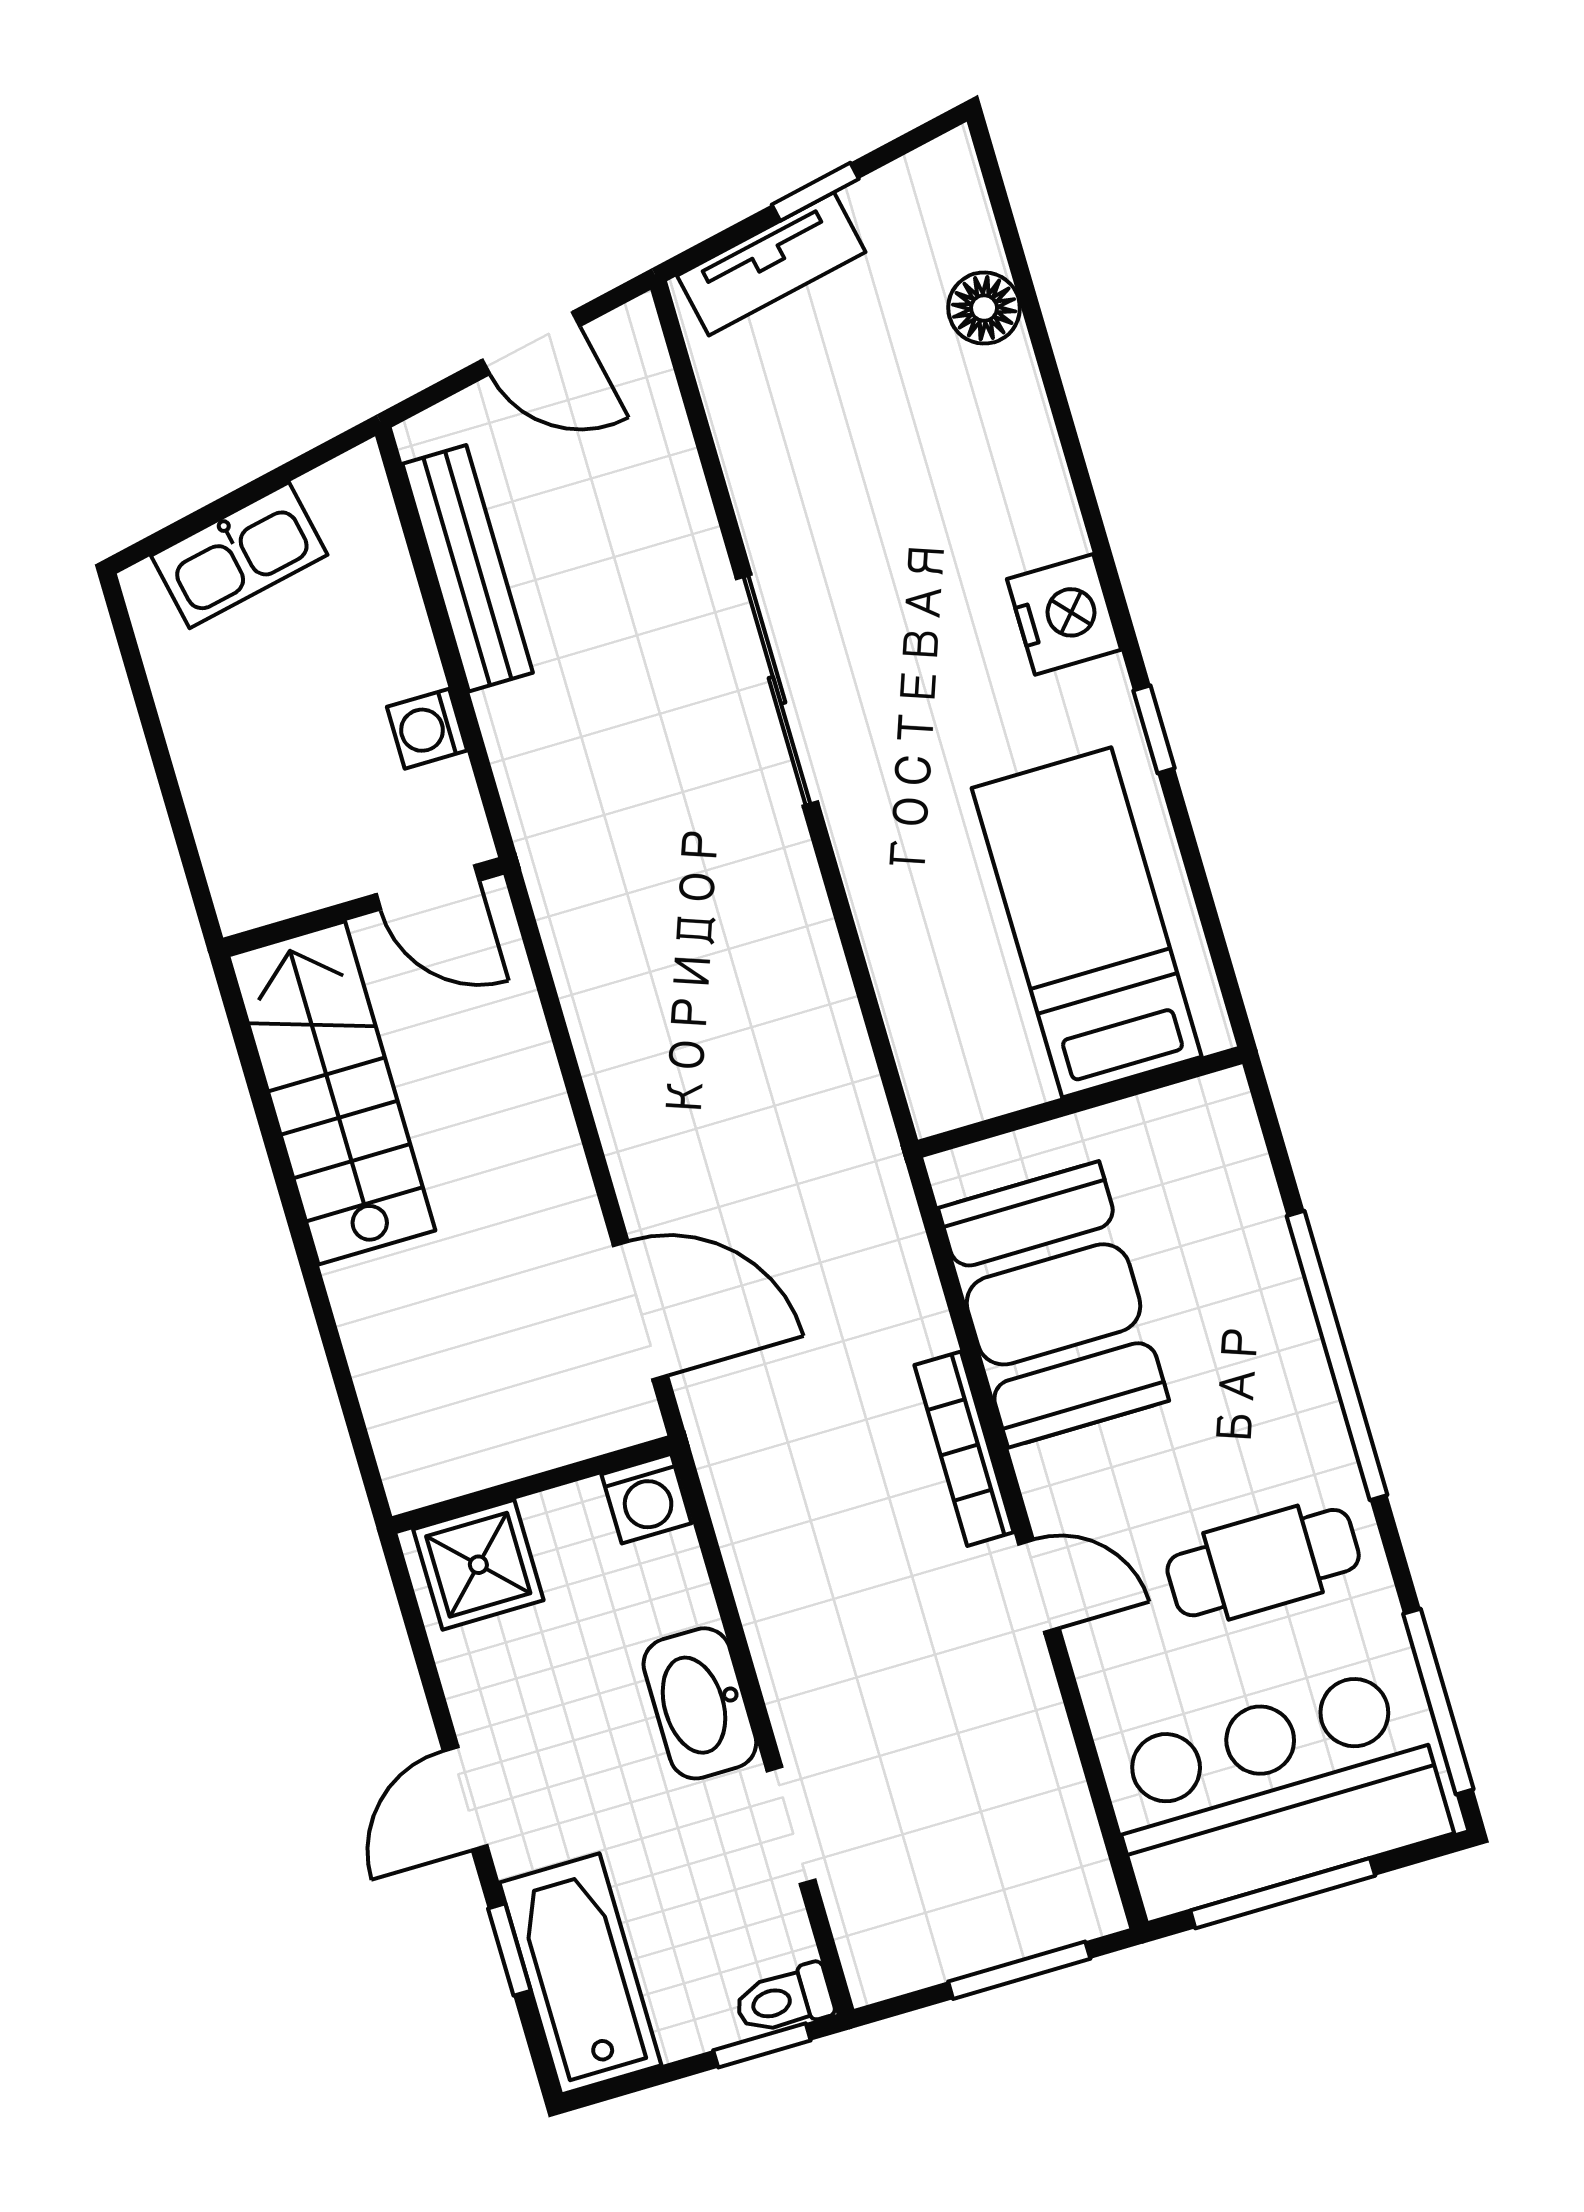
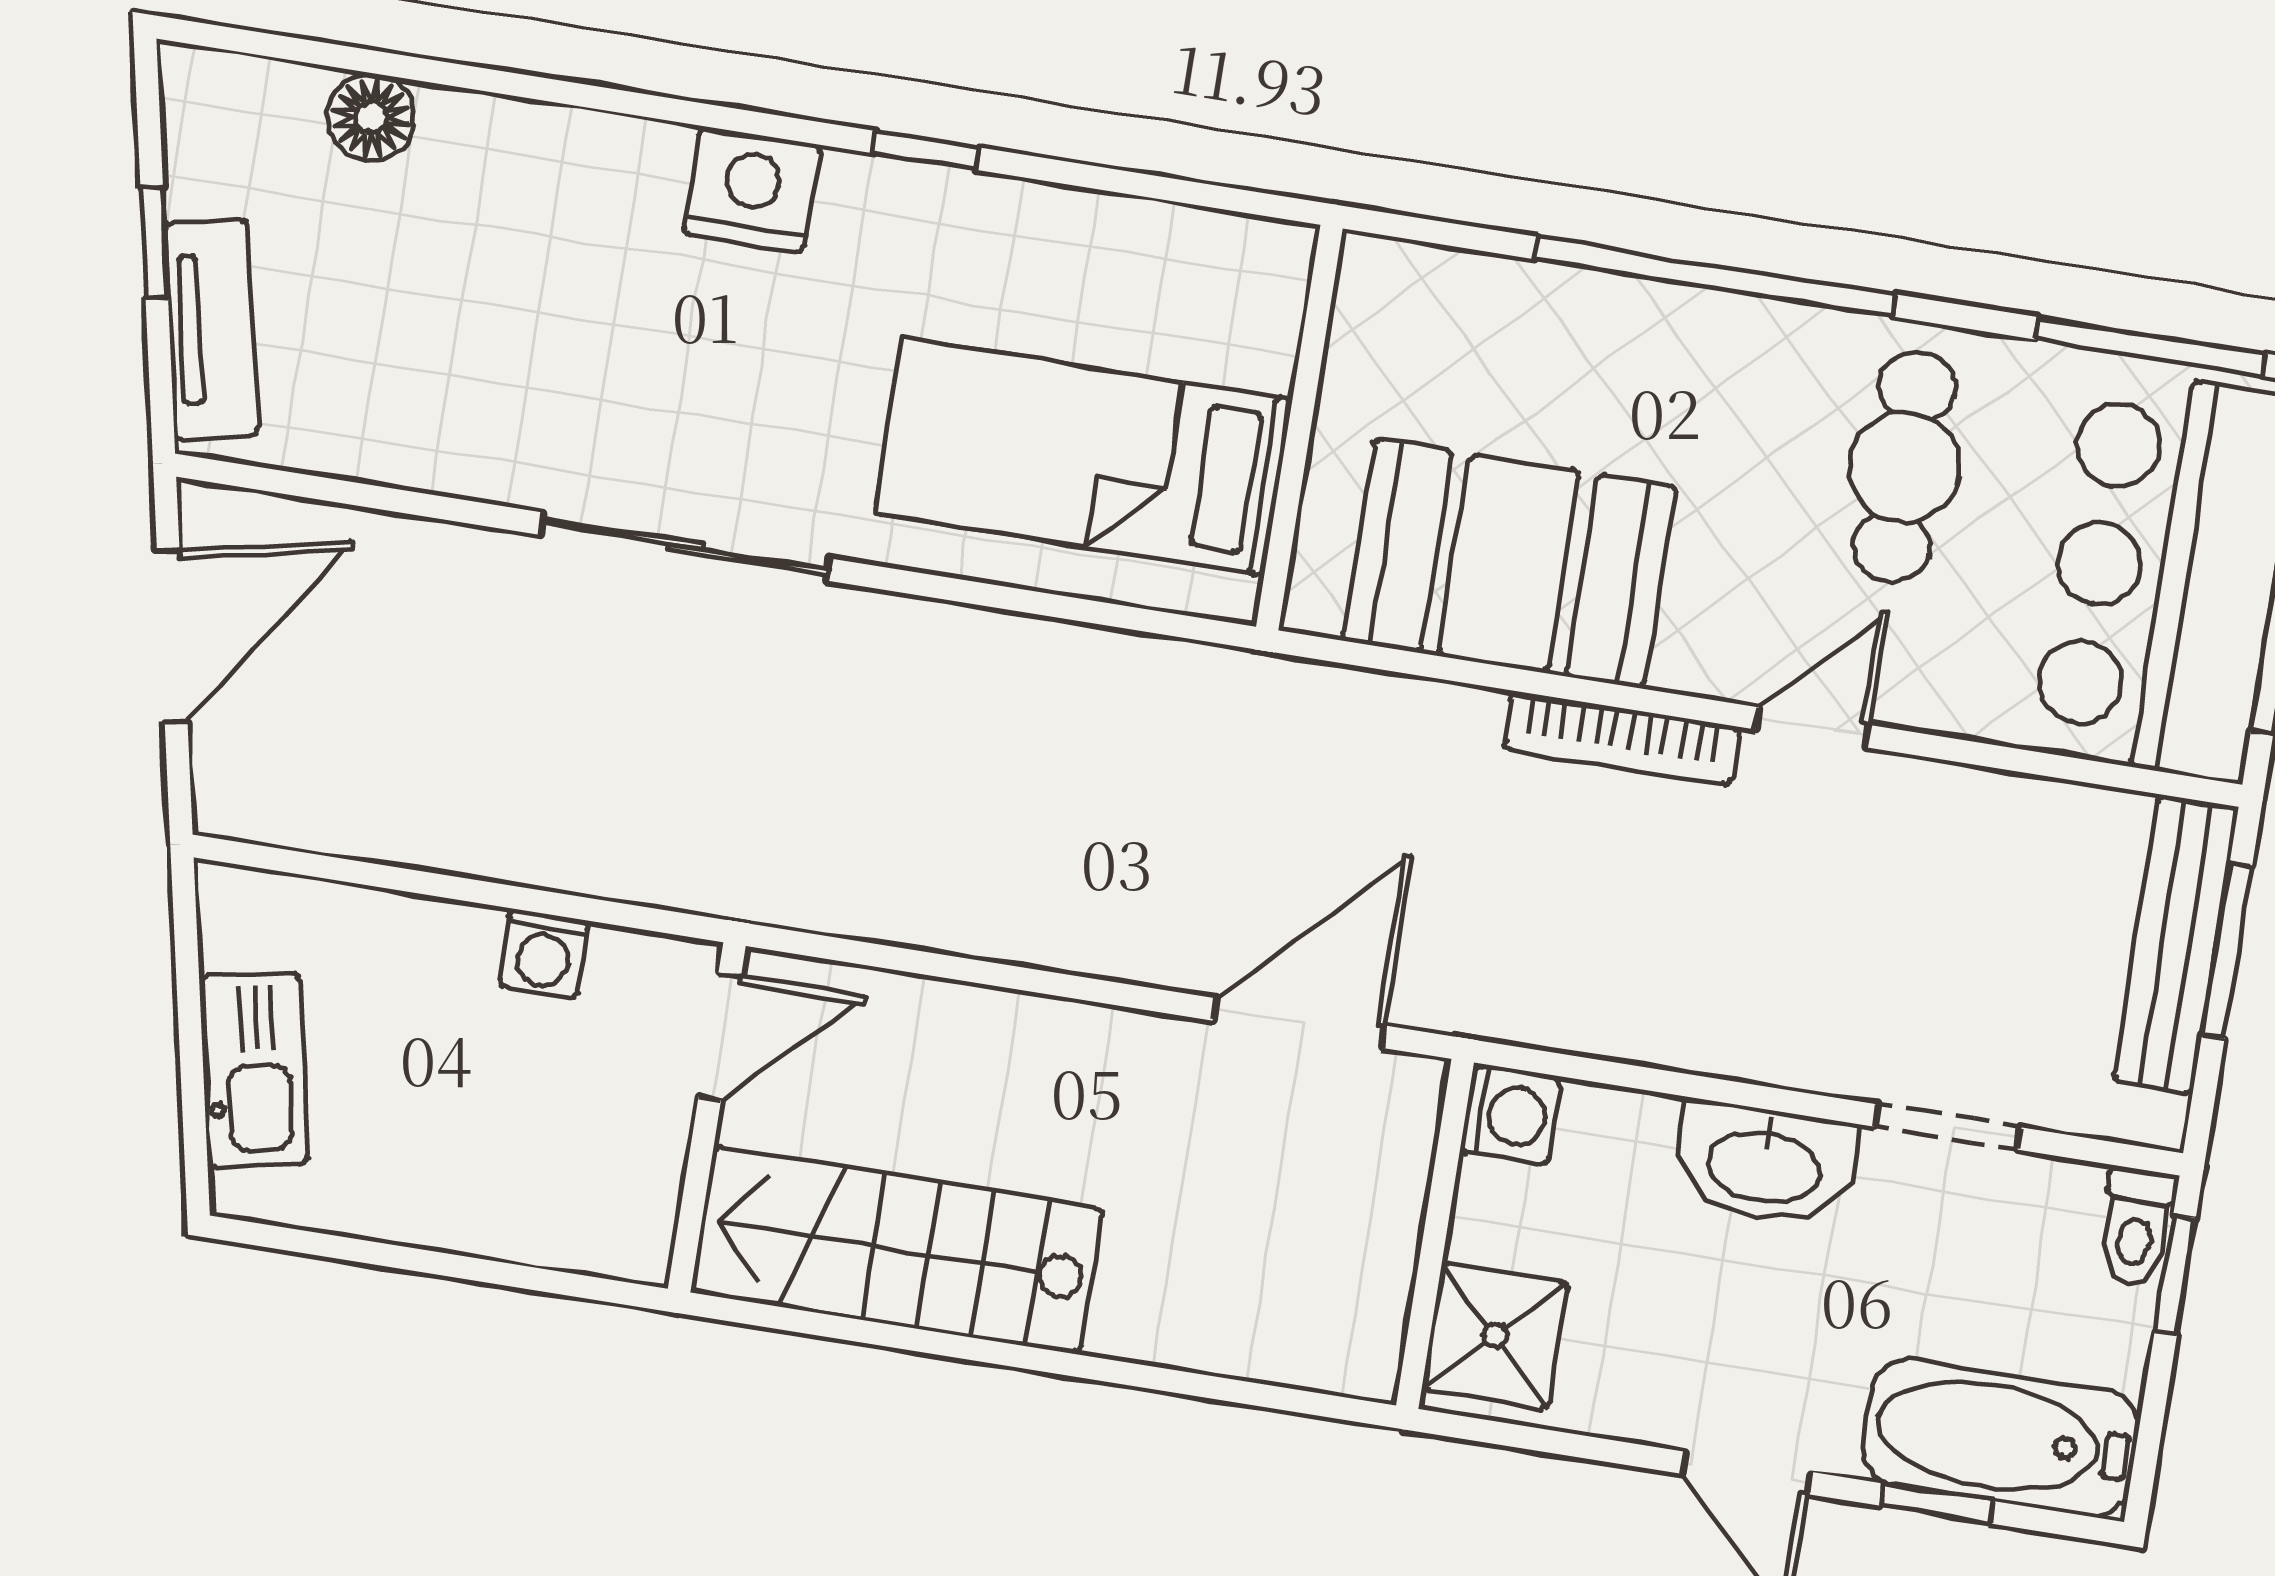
door: (531, 343) -> (172, 636), width x1.38
bench: (468, 568) -> (2176, 944), moved, turned 90
bed: (1087, 922) -> (1083, 457), moved

